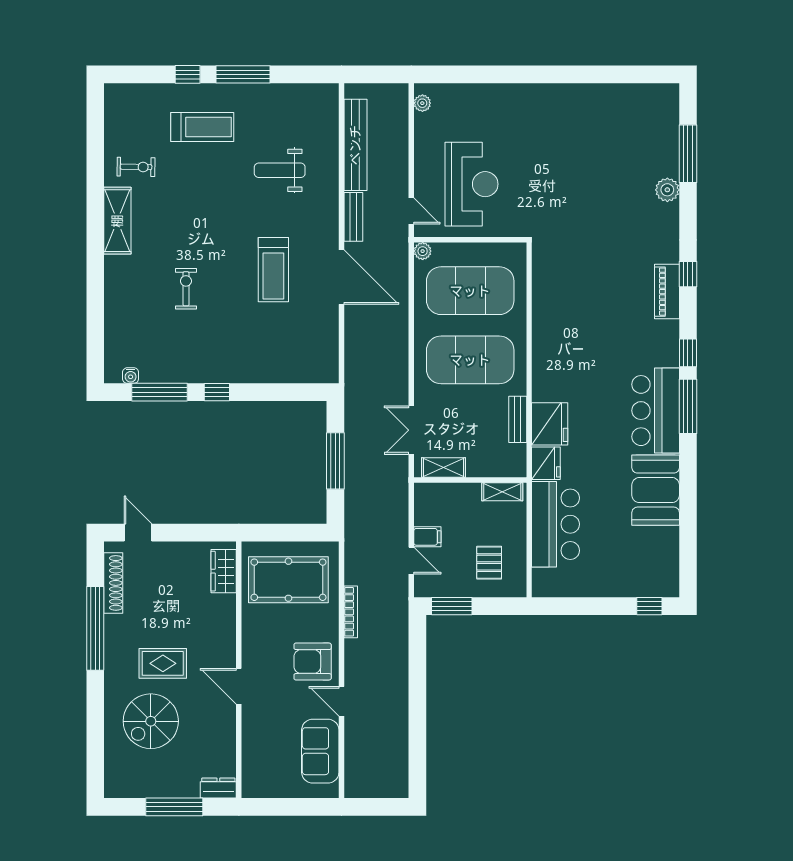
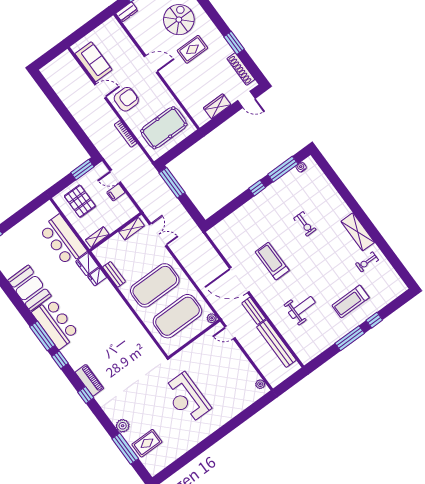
rug: (651, 138) -> (147, 443), added
reception desk: (471, 184) -> (187, 398), moved
fridge: (550, 424) -> (97, 277), width x0.53, depth x0.75
window: (335, 461) -> (172, 183), moved
pallet: (489, 563) -> (80, 201), width x1.50, depth x1.42
wardrobe: (224, 571) -> (217, 106), moved, turned -90
window: (95, 628) -> (234, 43), width x0.47

